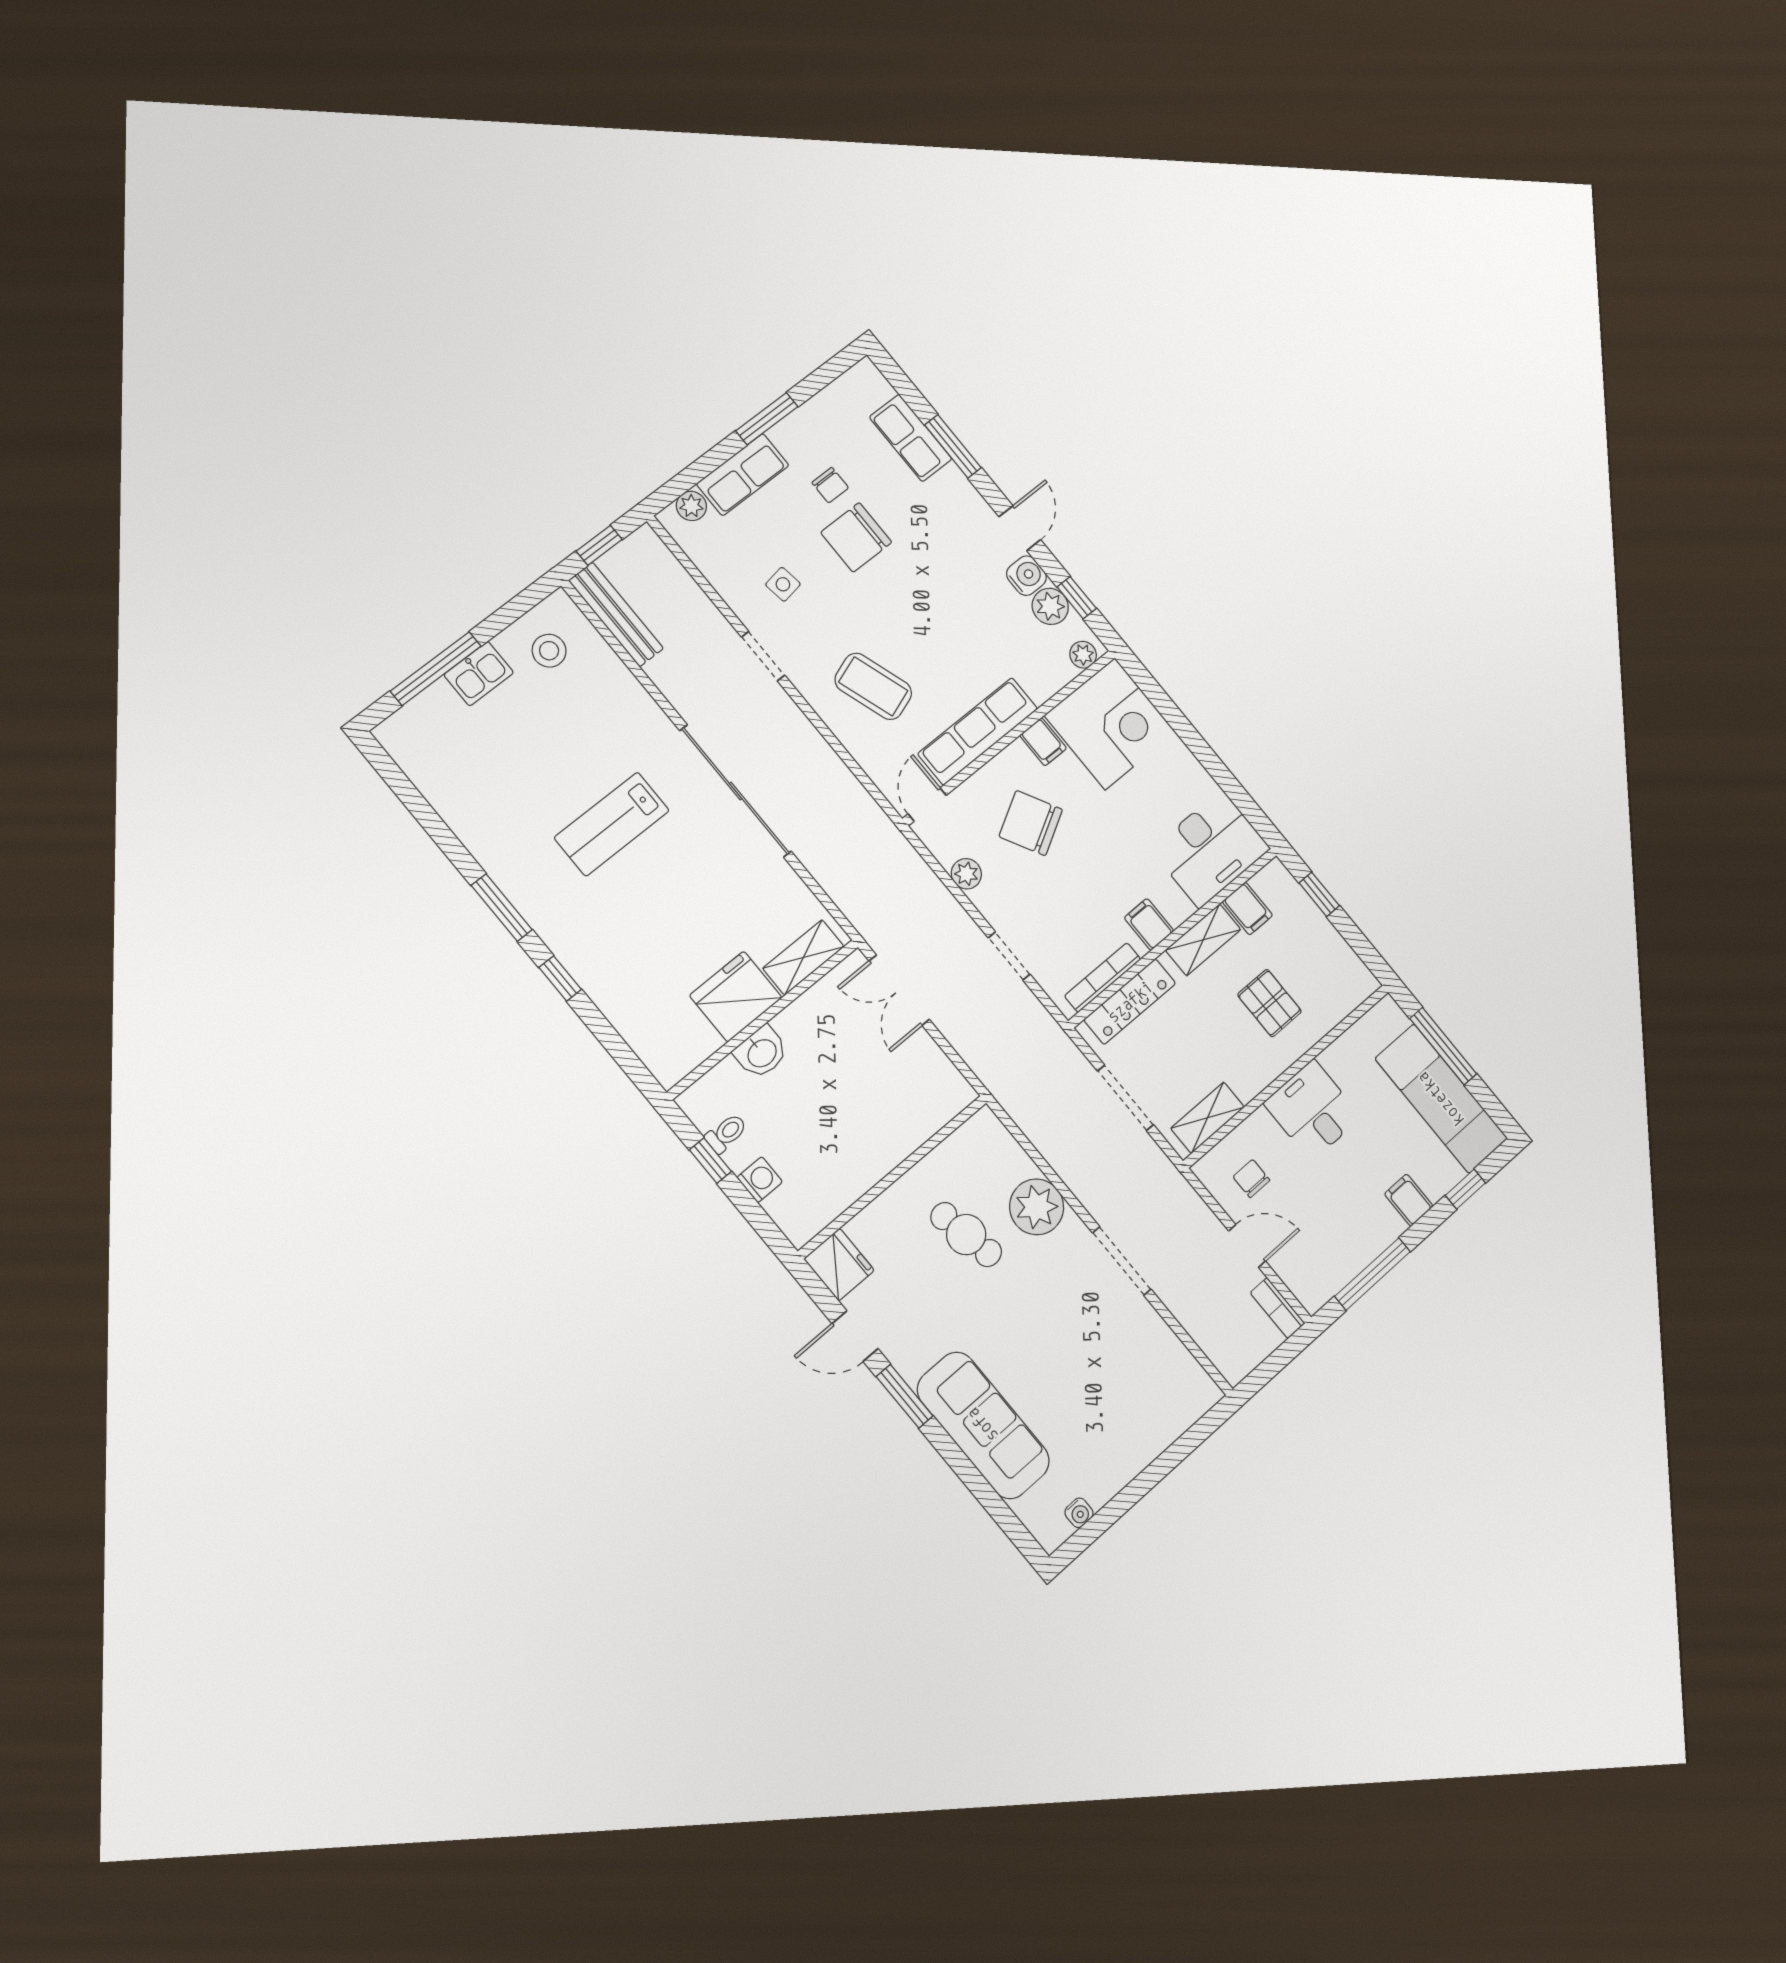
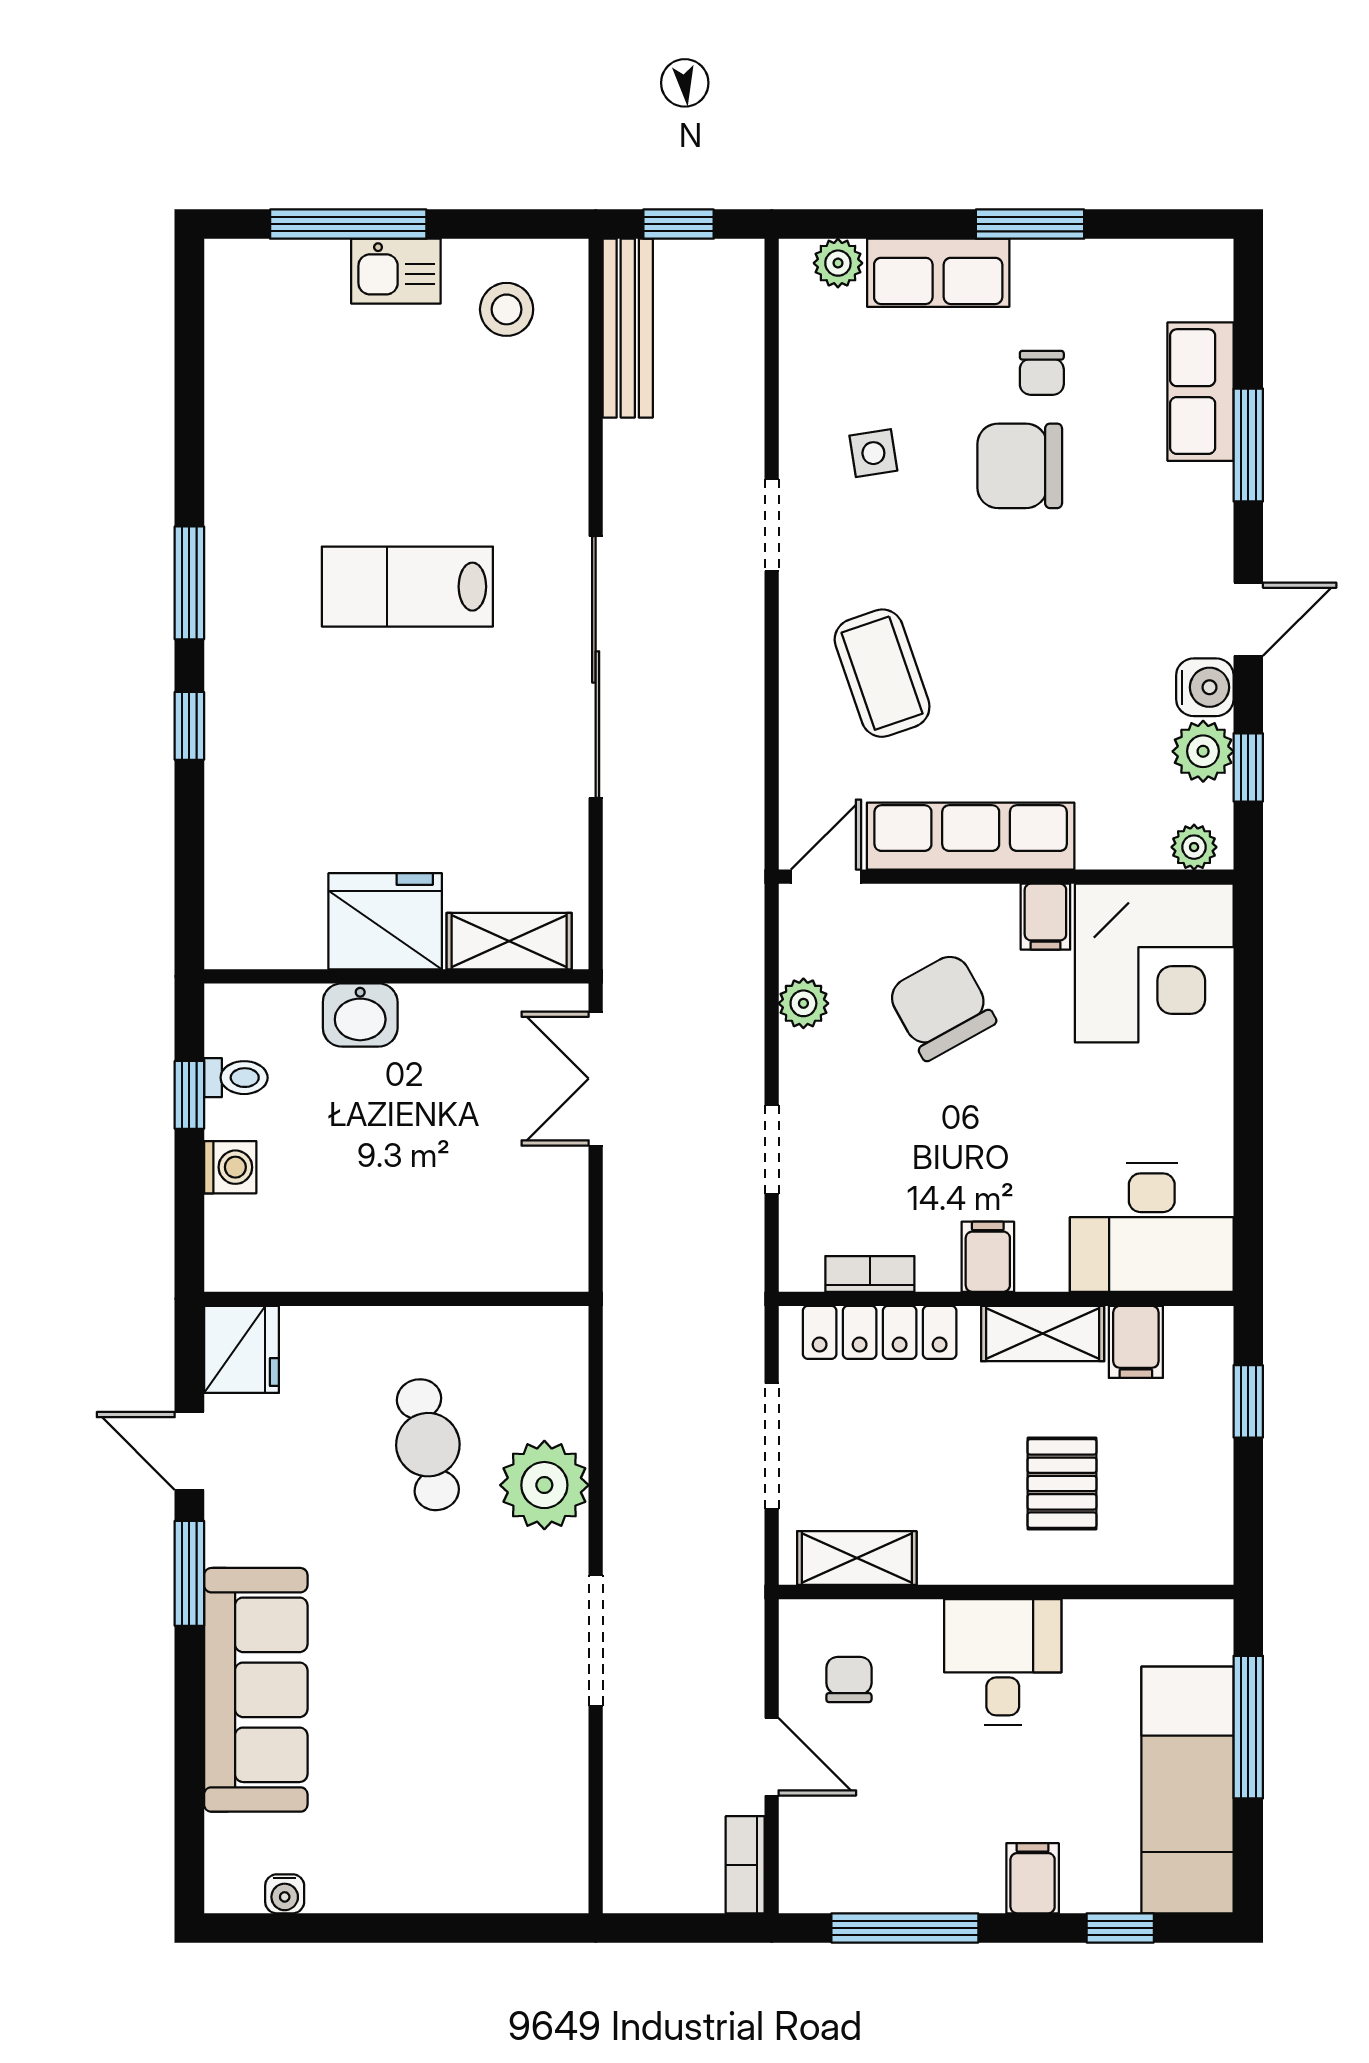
bookcase: (1103, 977) -> (870, 1274), width x0.64

